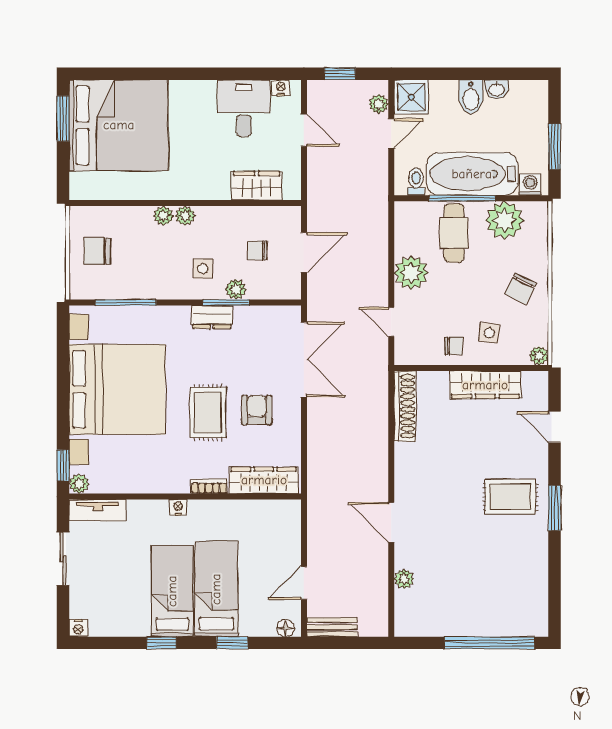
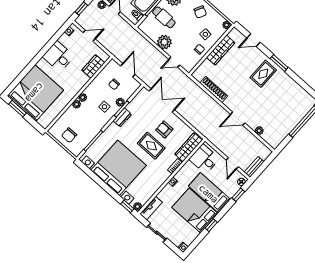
desk: (244, 108) -> (58, 56), moved
shoe rack: (405, 406) -> (214, 90), moved
desk: (268, 527) -> (204, 159), added
bed: (172, 591) -> (195, 210), width x1.50
window: (232, 643) -> (238, 195), moved

